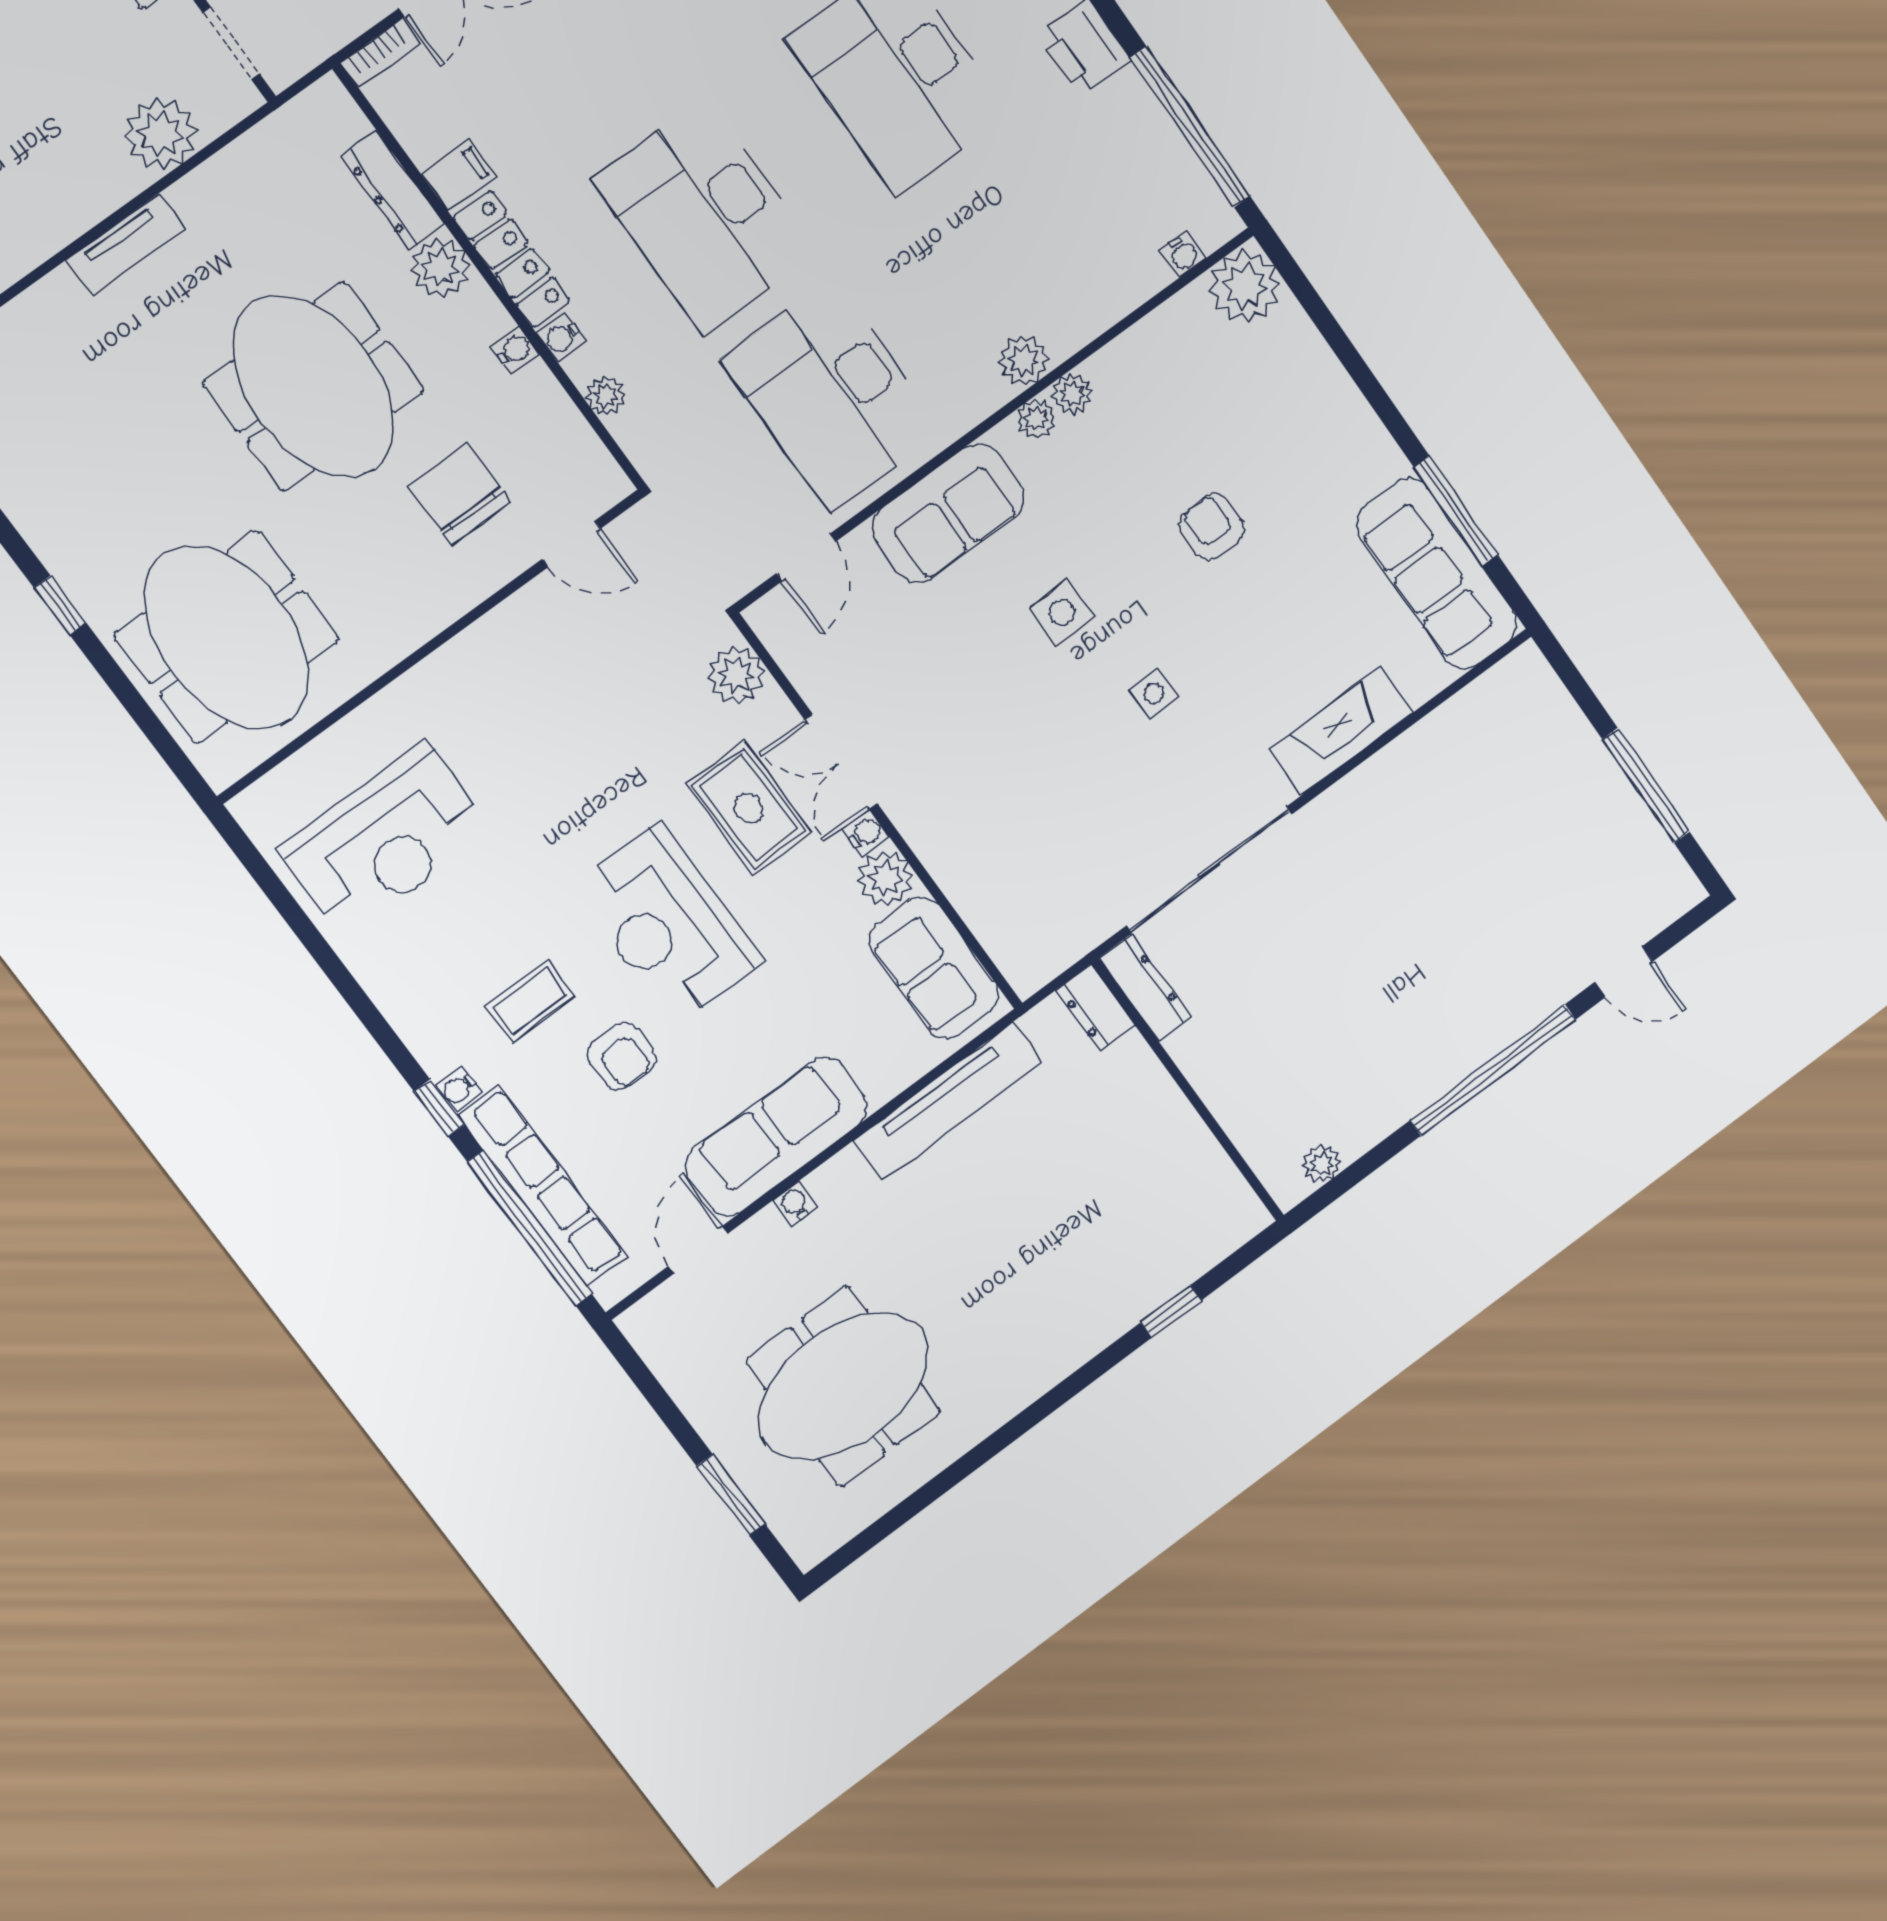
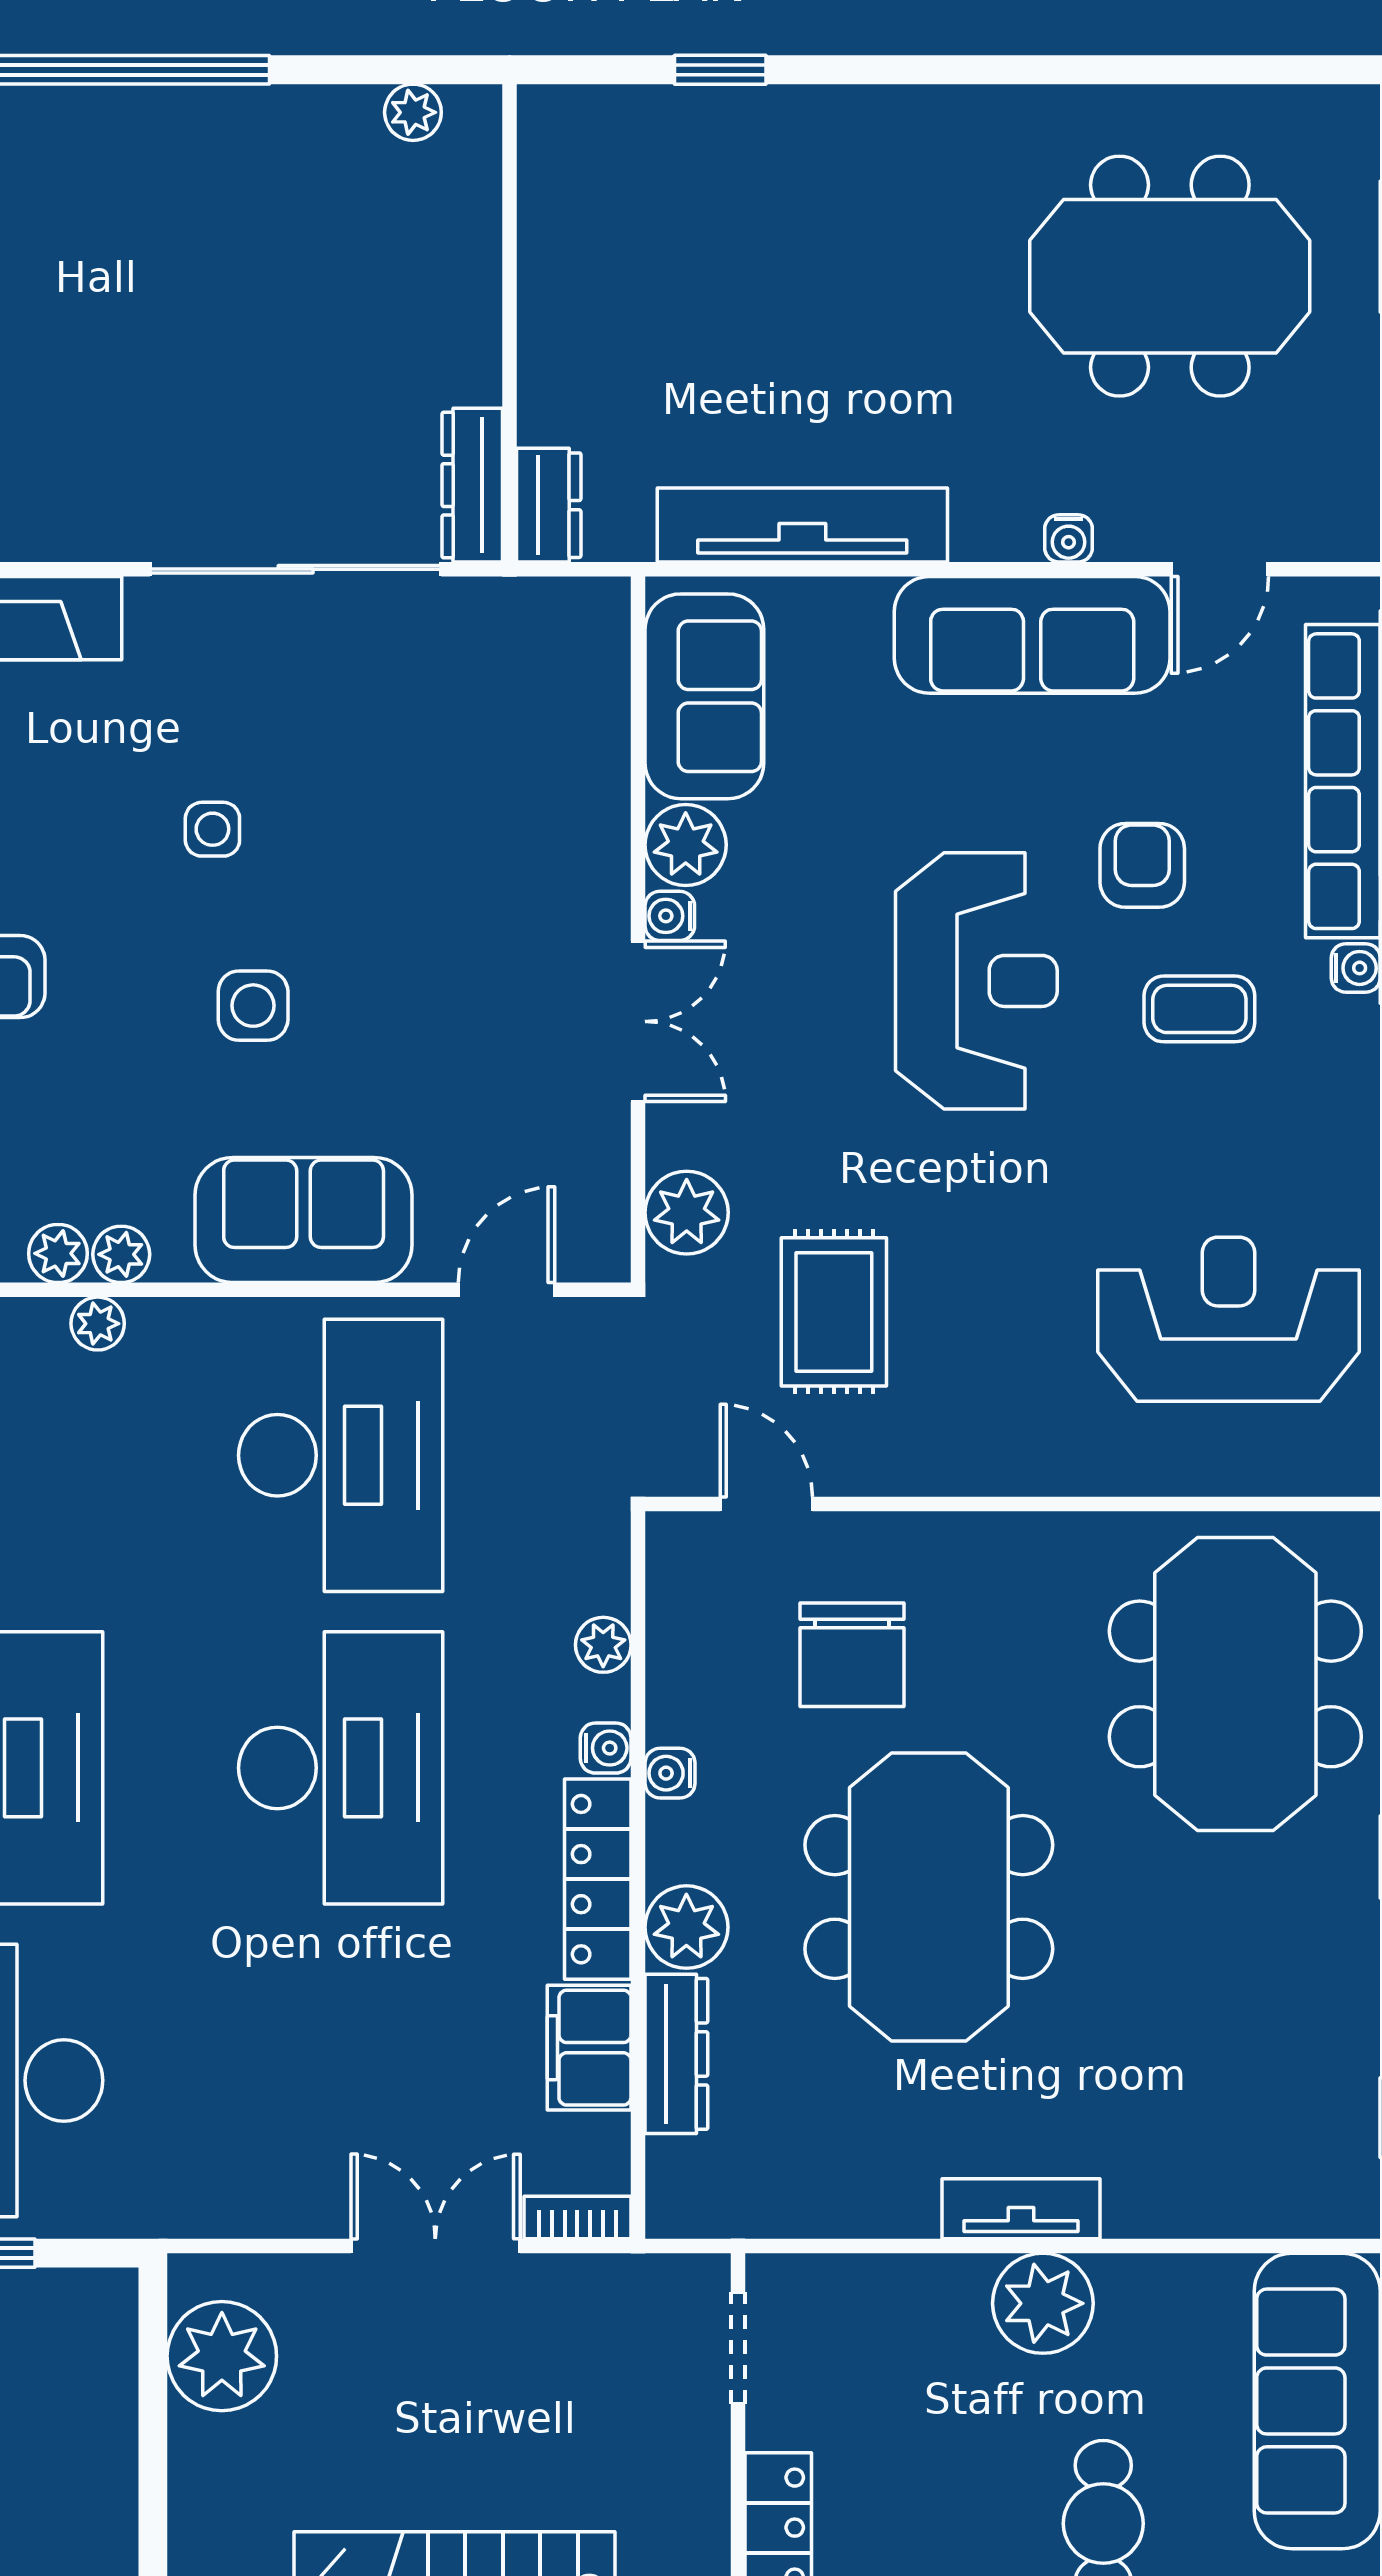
plant: (161, 134) -> (1043, 2303), moved
filing cabinet: (459, 176) -> (589, 2048), width x2.00
plant: (1024, 361) -> (98, 1324), width x0.73, depth x0.73
rug: (748, 808) -> (834, 1312), moved

